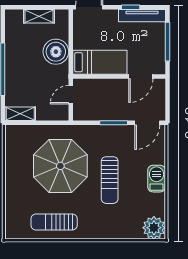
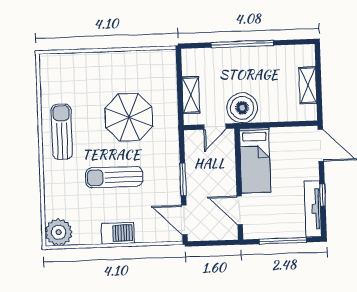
boiler: (56, 52) -> (242, 108), moved
door: (71, 95) -> (215, 127), swing flipped
shelving: (20, 114) -> (191, 95), moved
parasol: (60, 166) -> (129, 117), width x0.73, depth x0.73
sun lounger: (54, 222) -> (62, 132), moved

